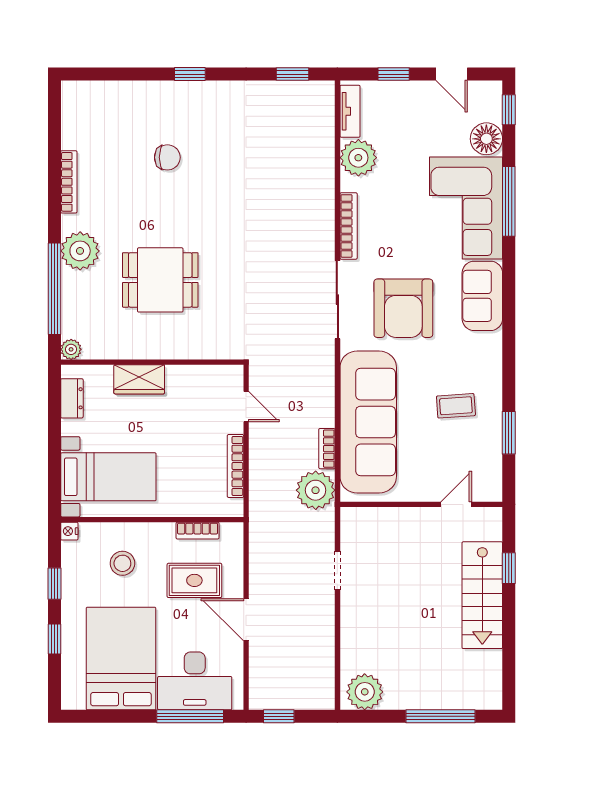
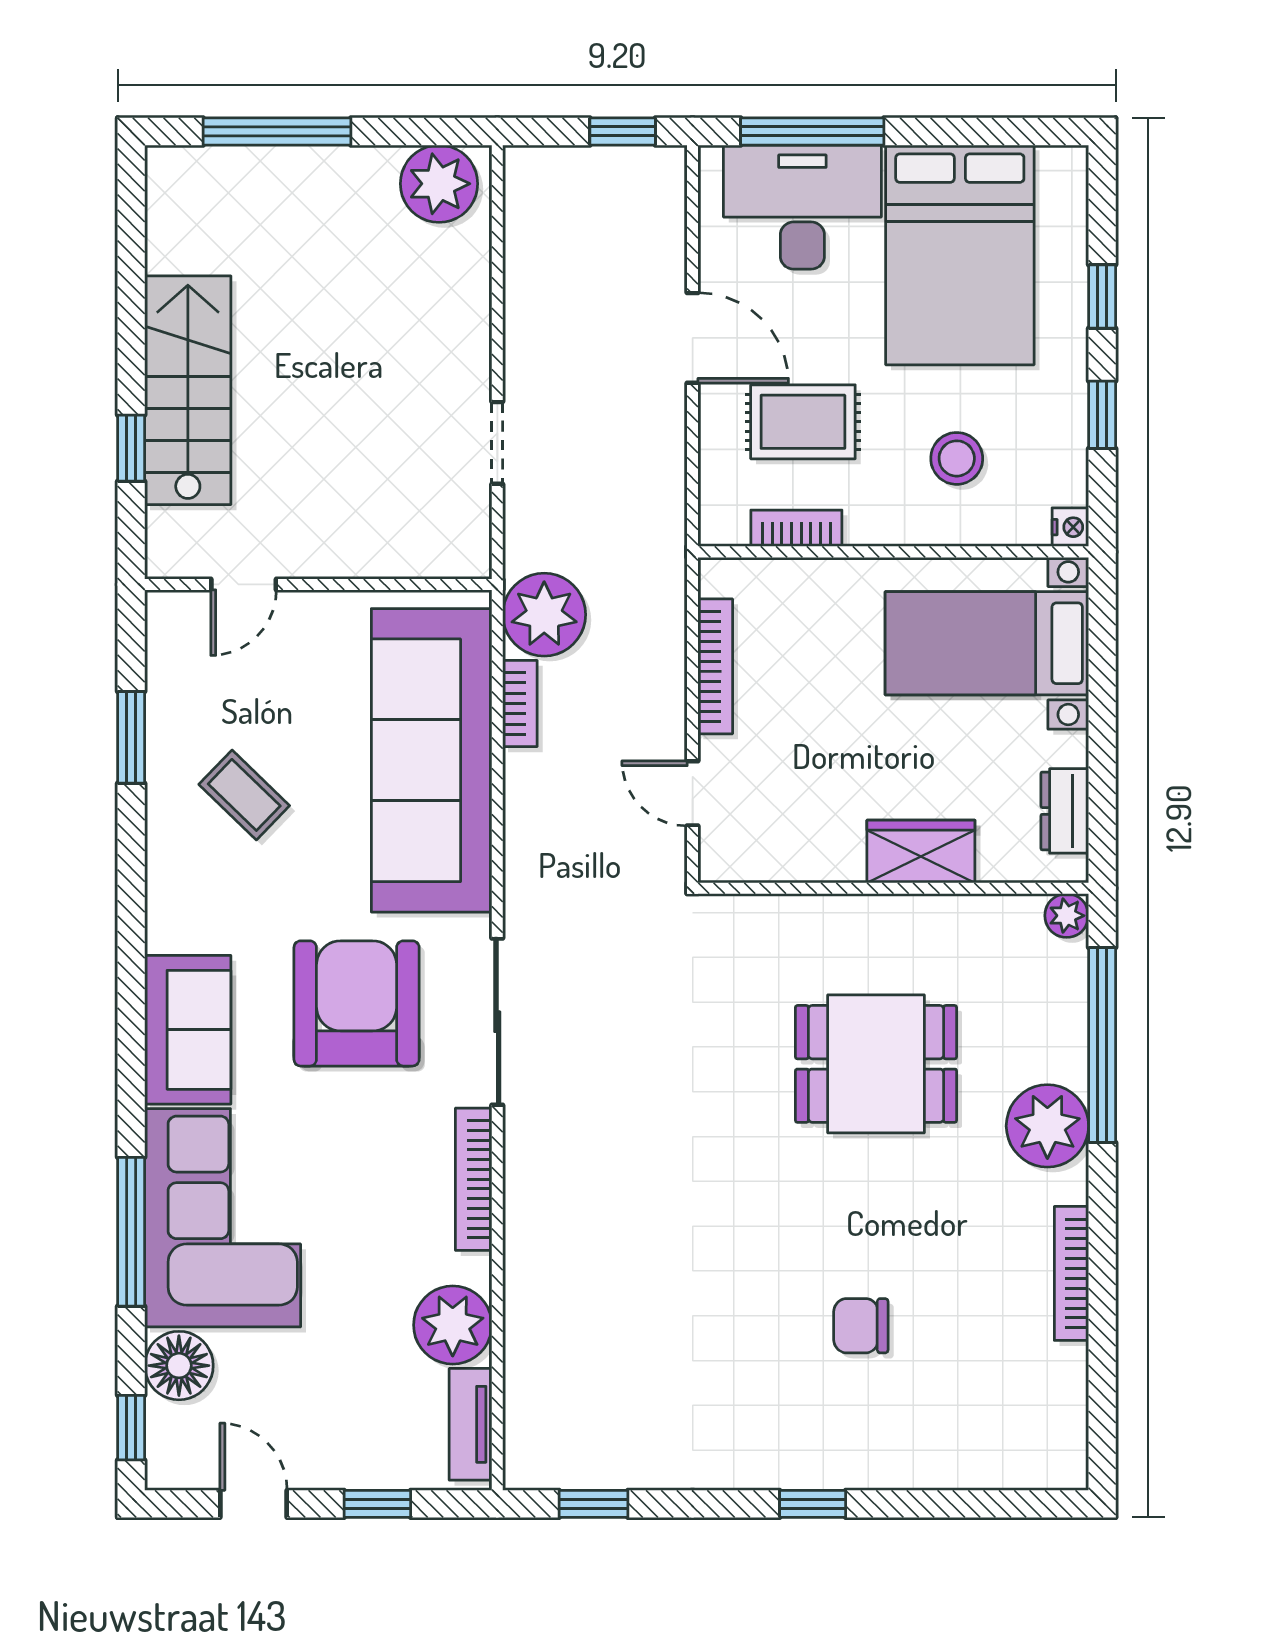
coffee table: (456, 406) -> (244, 795), turned 48

